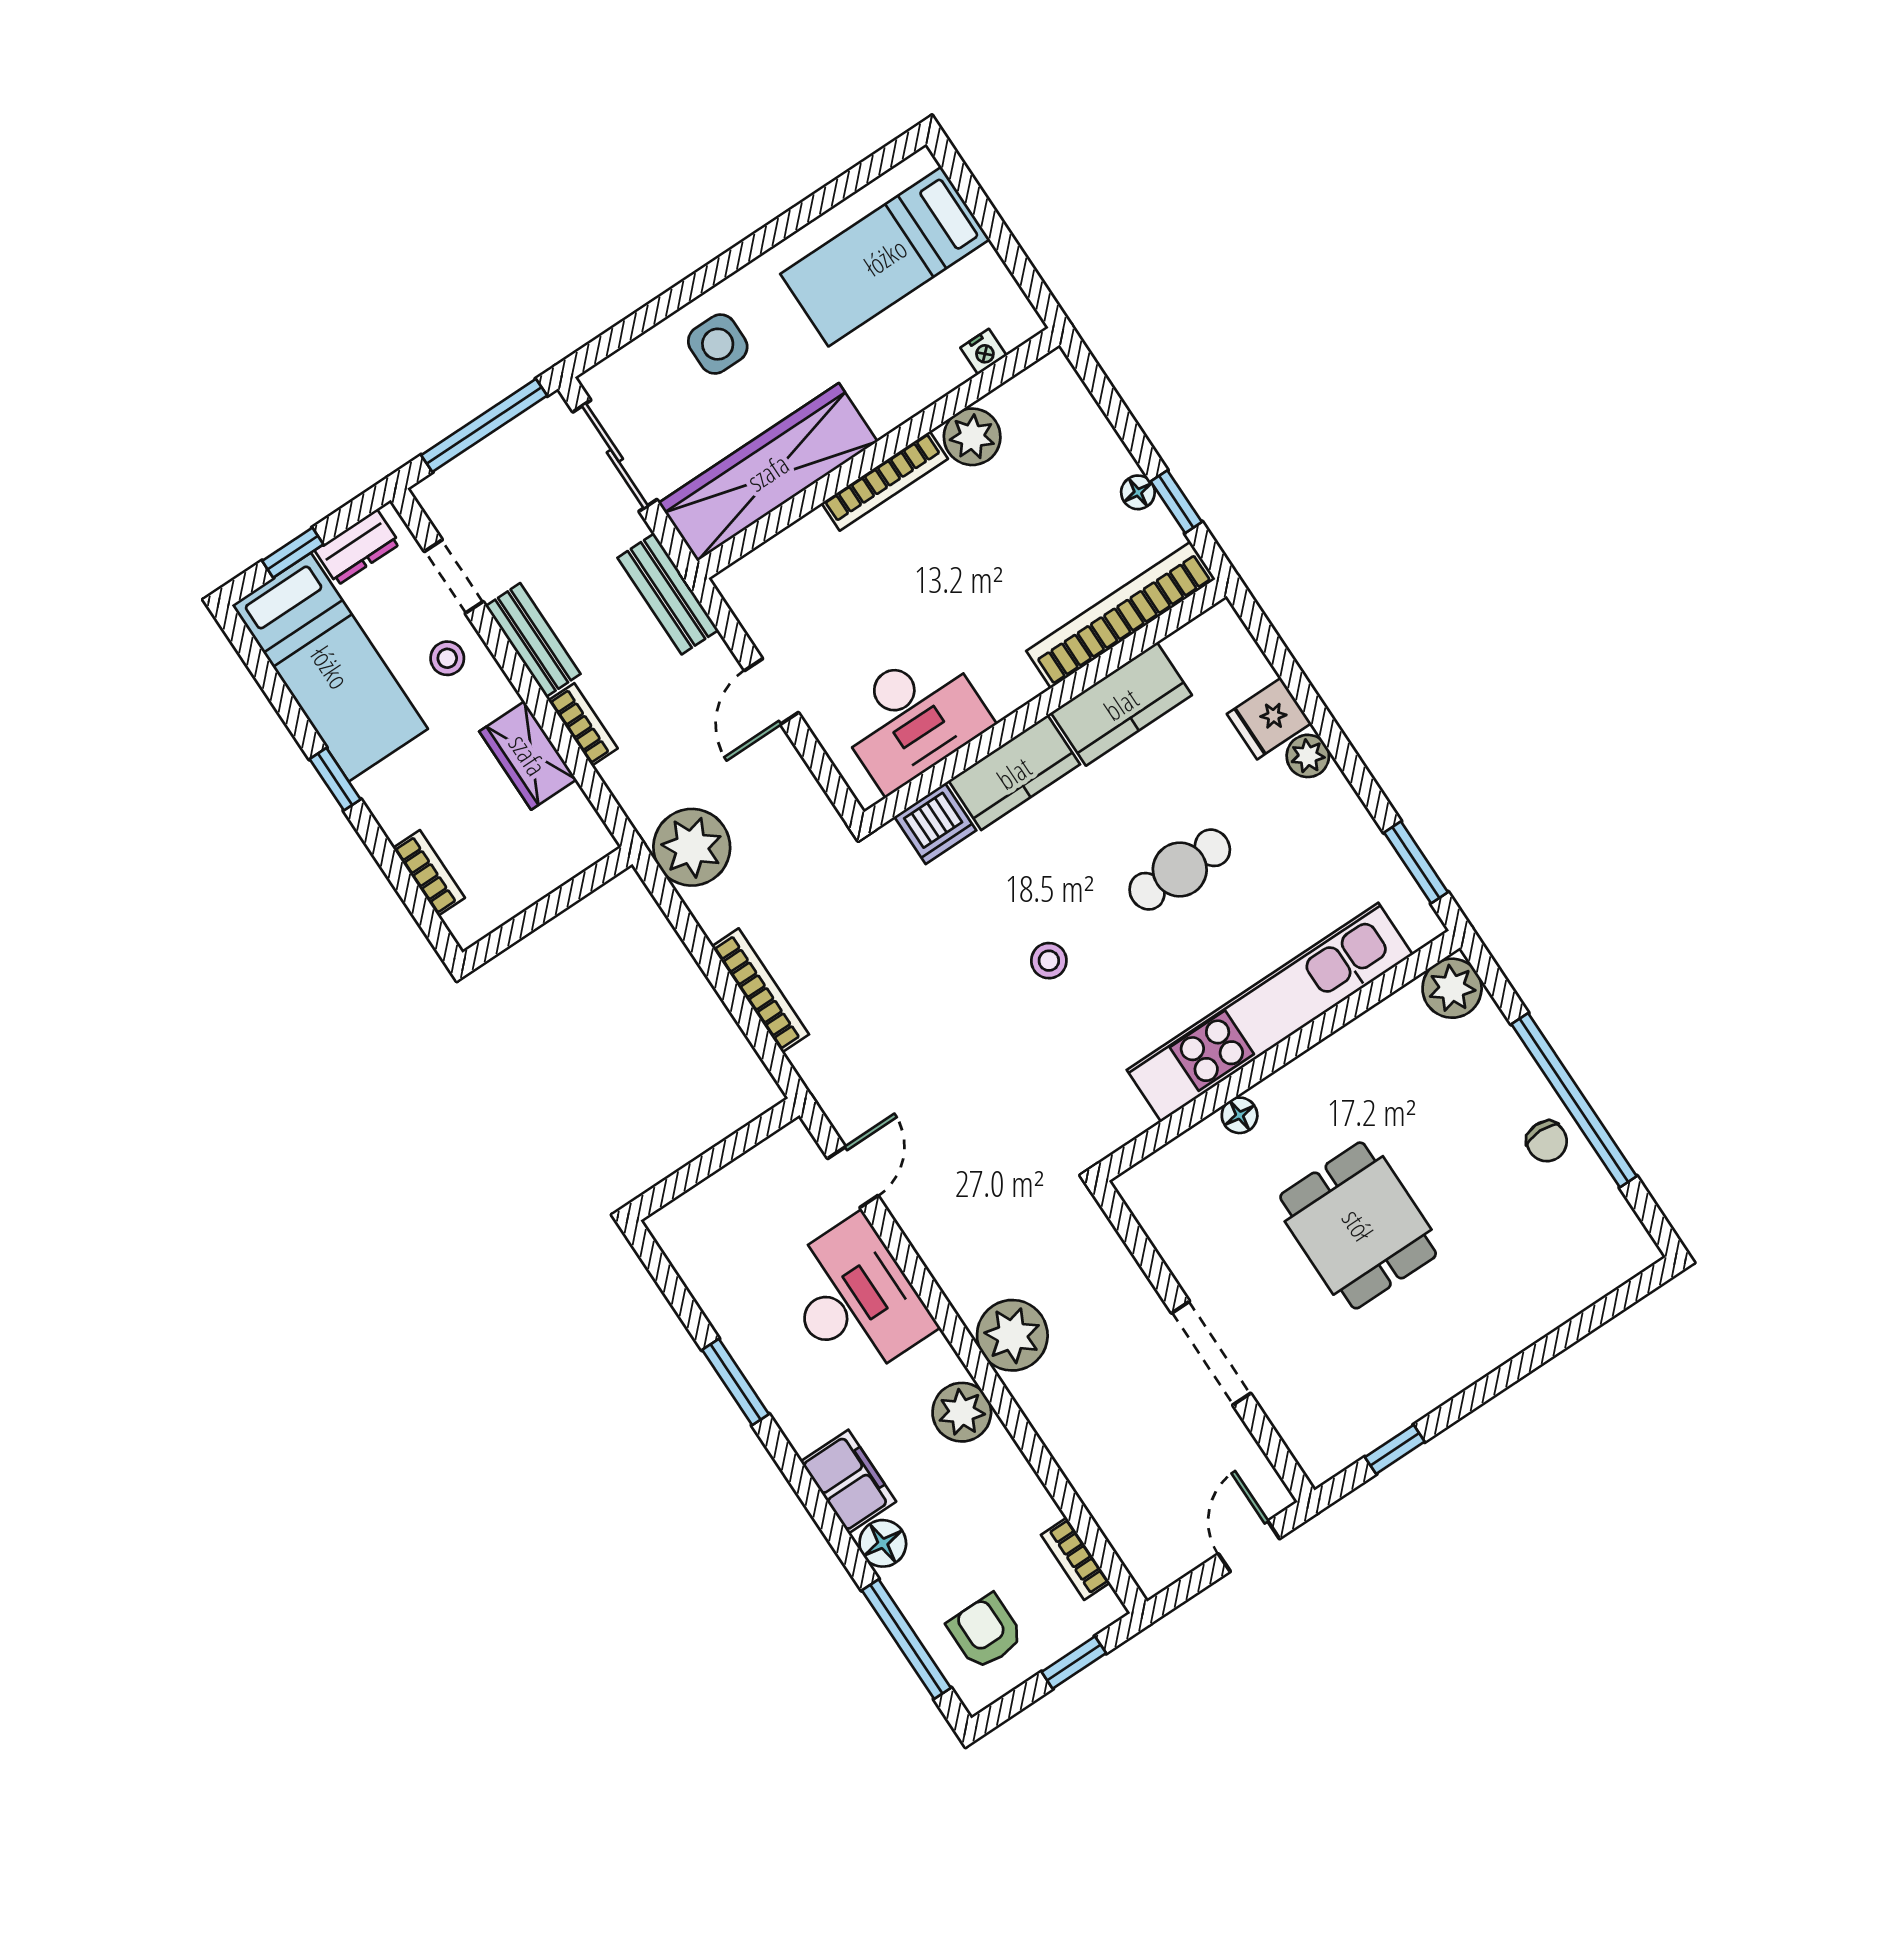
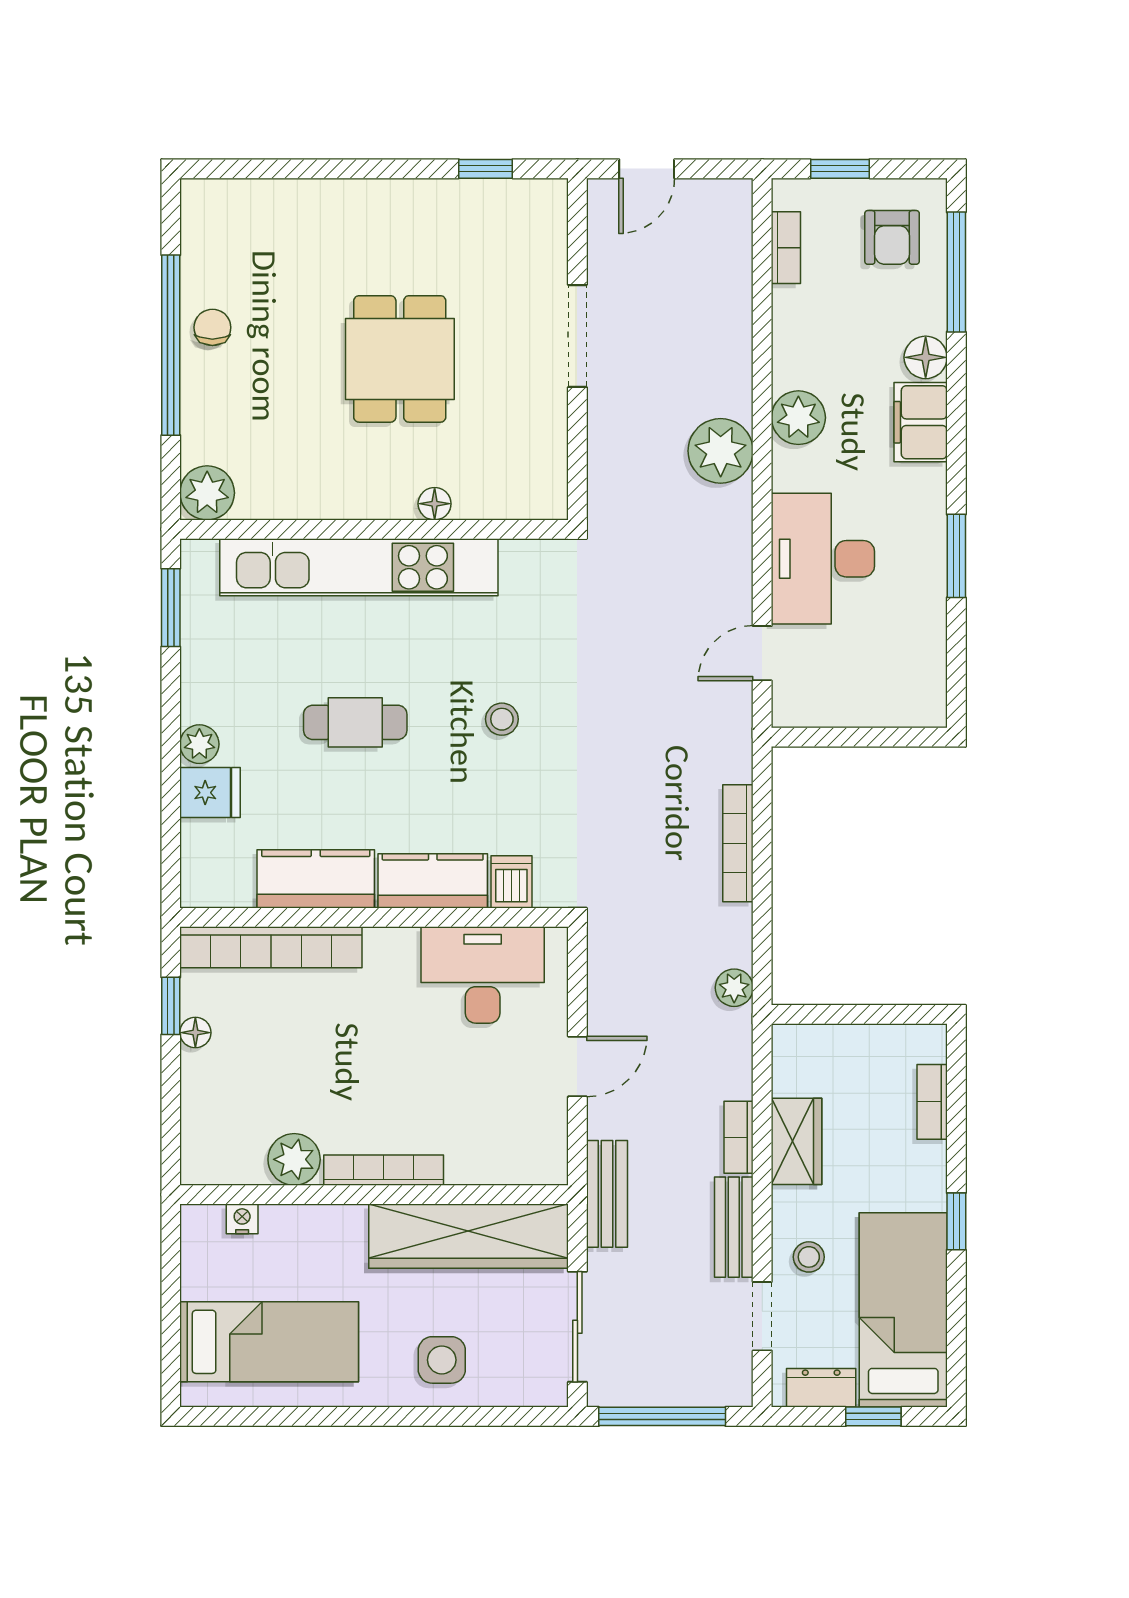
dishwasher: (935, 824) -> (511, 882), width x0.73
plant: (692, 847) -> (734, 988), width x0.53, depth x0.53

